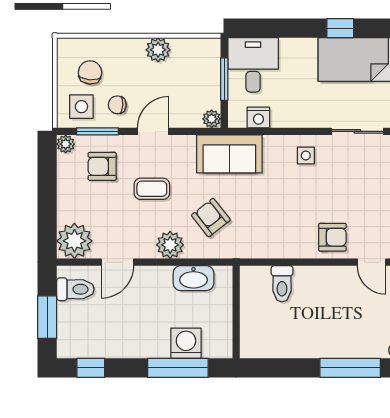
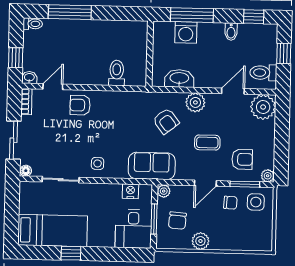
chair: (90, 72) -> (177, 221), moved
door: (372, 262) -> (53, 87), hinge flipped
window: (47, 317) -> (284, 53), width x0.67
bidet: (122, 346) -> (231, 32), added

